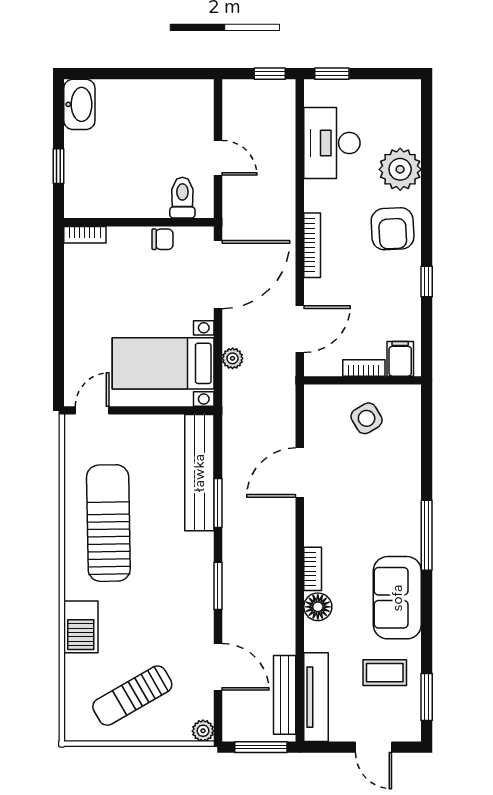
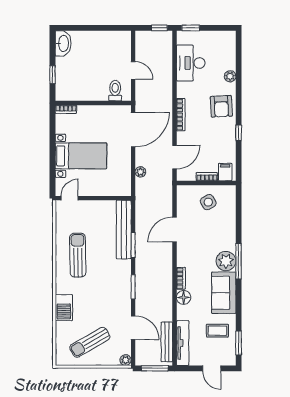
plant: (400, 169) -> (230, 76), width x0.53, depth x0.53
chair: (162, 239) -> (105, 112), removed
bed with nightstands: (163, 363) -> (81, 156), moved, turned 180
sun lounger: (108, 523) -> (78, 255), width x0.73, depth x0.75
plant: (402, 535) -> (226, 261), added

